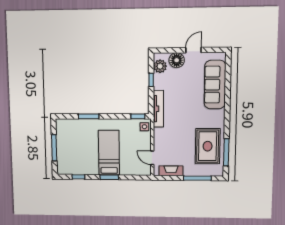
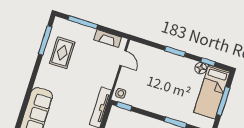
rug: (208, 146) -> (62, 53), width x0.73, depth x0.70
bed: (109, 153) -> (212, 92), moved
floor lamp: (83, 170) -> (201, 68), added

